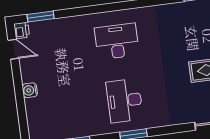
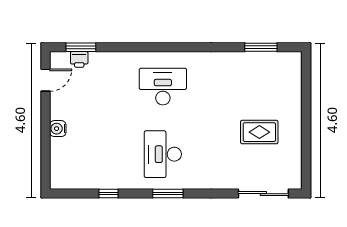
printer: (22, 30) -> (79, 59), moved, turned 90
door: (13, 49) -> (46, 80), hinge flipped

